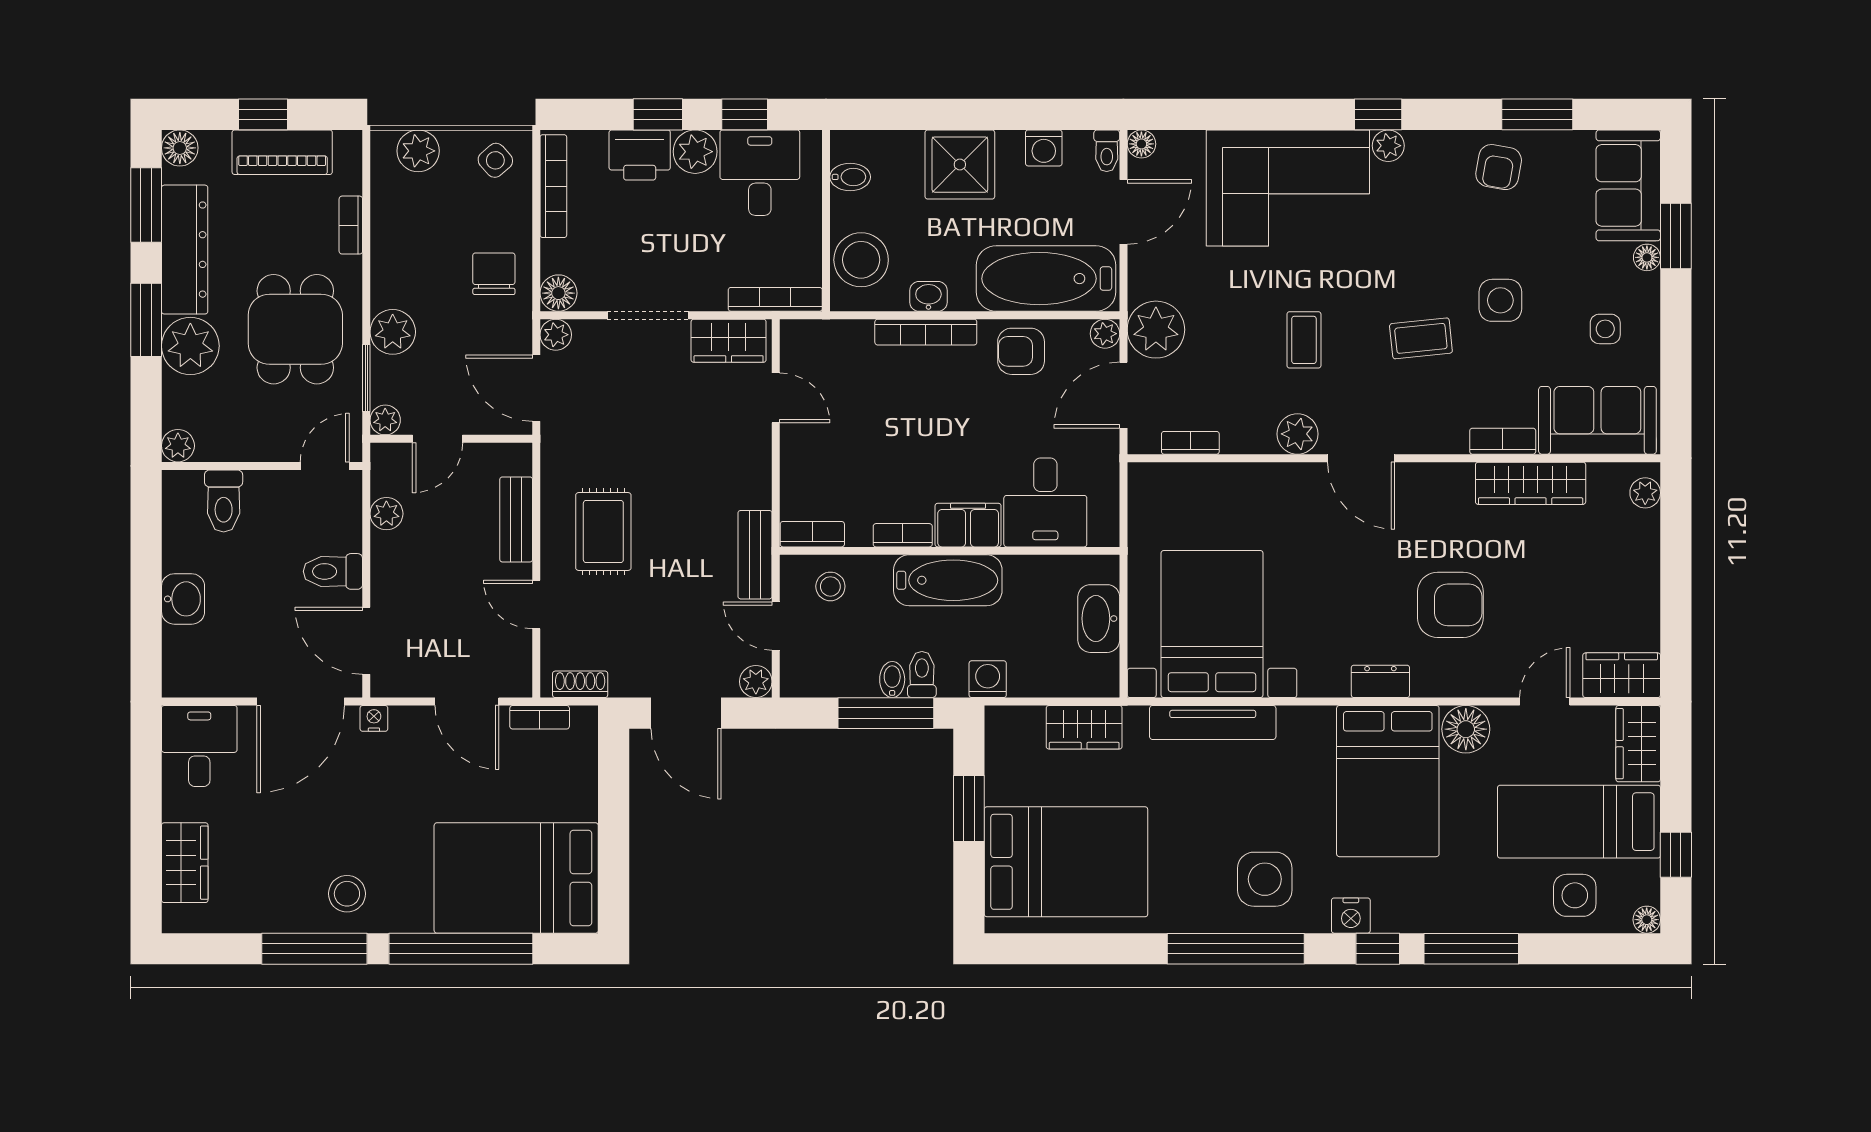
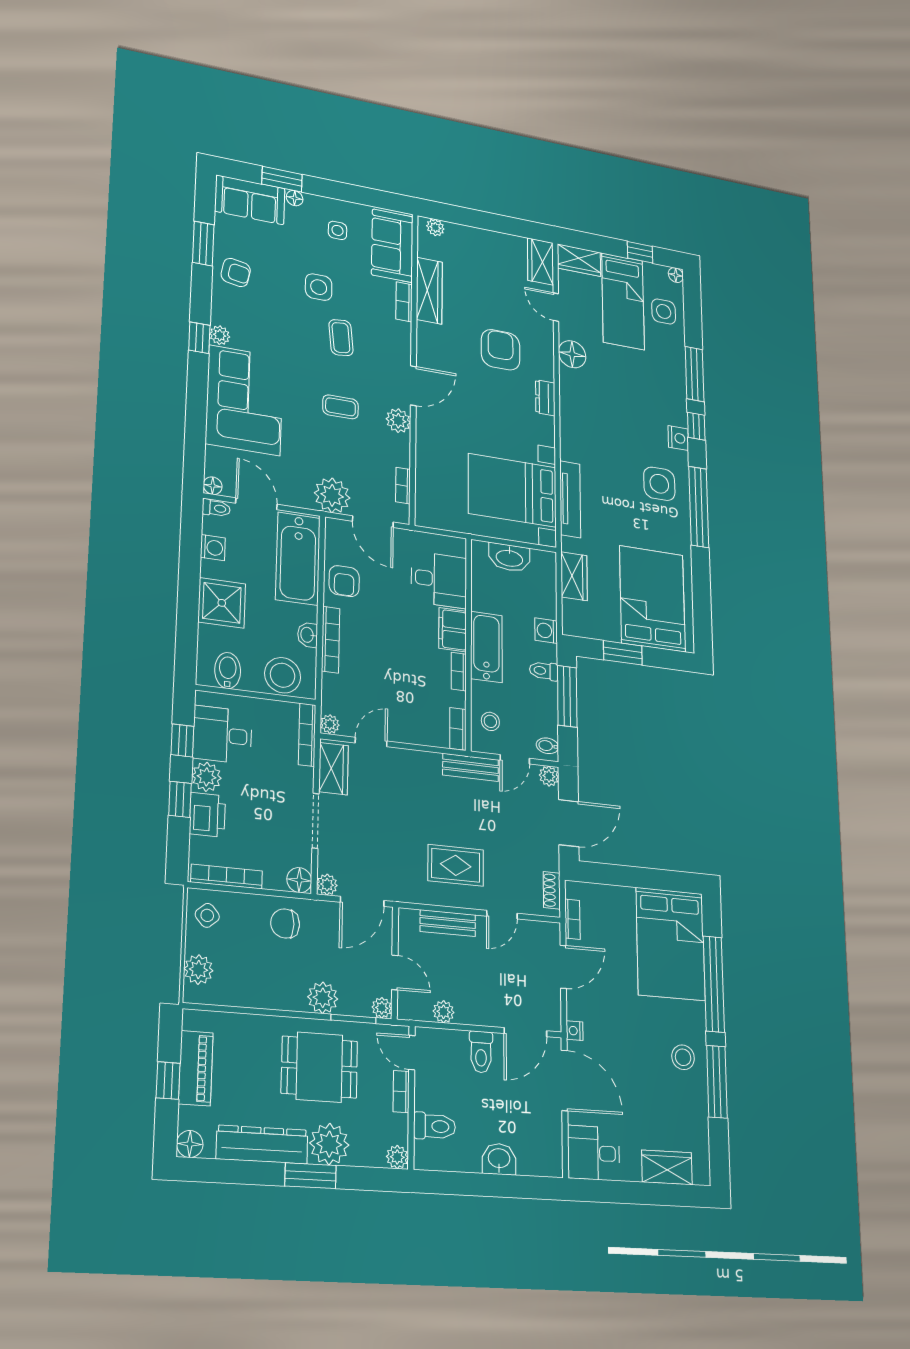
bidet: (850, 177) -> (228, 671), width x1.38, depth x1.36
window: (146, 205) -> (230, 1171), removed
bookcase: (351, 225) -> (401, 1092), moved, turned 90
plant: (1105, 334) -> (330, 724), moved
bidet: (892, 679) -> (547, 746), moved
bed: (1388, 781) -> (602, 404), removed

